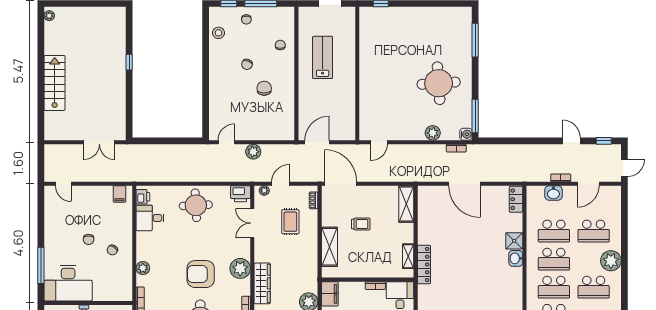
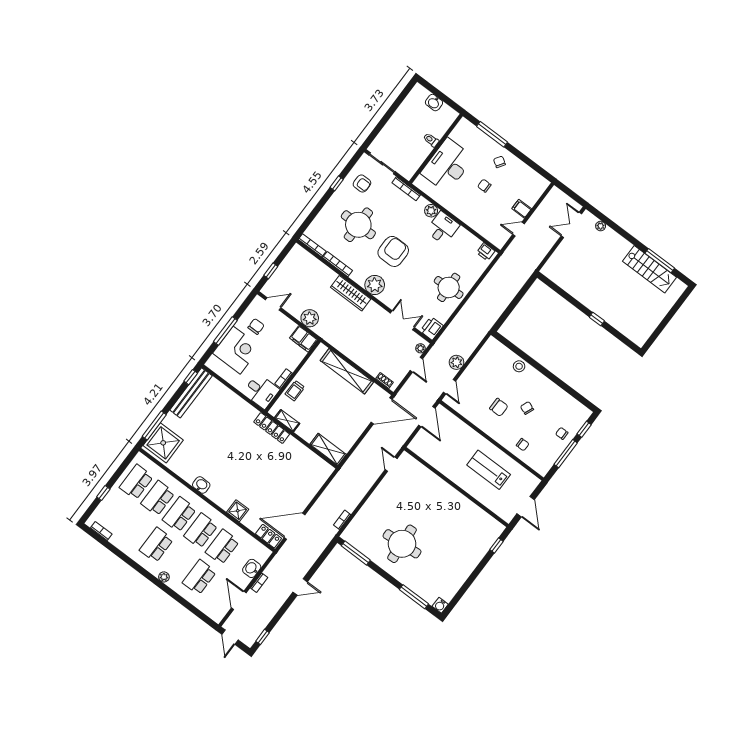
plant: (49, 16) -> (601, 226), moved
stool: (219, 33) -> (519, 366), moved
window: (41, 46) -> (660, 261), added
lab bench: (323, 57) -> (489, 470), turned 180
stairs: (55, 83) -> (650, 269), moved
plant: (433, 133) -> (367, 511), removed
water cooler: (466, 134) -> (440, 605), moved
door: (572, 141) -> (300, 587), moved
double door: (99, 142) -> (571, 225), moved
door: (227, 142) -> (450, 387), moved
door: (63, 184) -> (518, 229), moved
door: (464, 184) -> (295, 526), moved
filing cabinet: (120, 194) -> (522, 209), moved
desk: (150, 218) -> (443, 228), moved
rug: (290, 222) -> (381, 350), removed
trolley: (361, 224) -> (295, 391), moved
shelving: (330, 247) -> (347, 371), width x1.47
chair: (112, 250) -> (499, 162), moved
washbasin: (516, 258) -> (201, 485), moved
plant: (611, 261) -> (164, 577), width x0.53, depth x0.53
desk: (68, 283) -> (447, 165), moved

